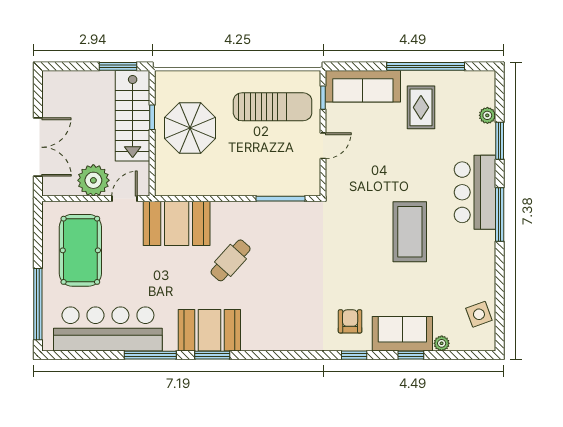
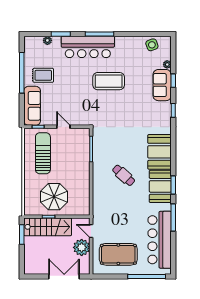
bar counter: (475, 192) -> (88, 47), width x1.36
booth: (177, 223) -> (160, 152), moved
armchair: (350, 321) -> (156, 113), removed

